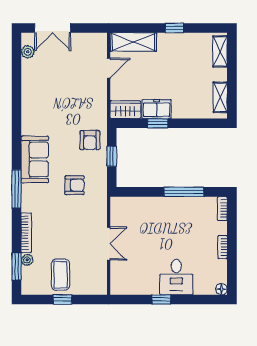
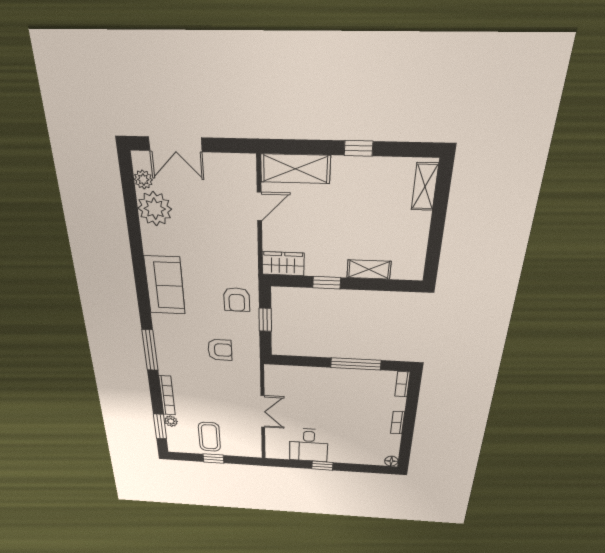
plant: (34, 72) -> (155, 209), added
shelving: (220, 97) -> (369, 269), moved, turned 90
freezer: (157, 109) -> (326, 264), removed
sofa: (35, 159) -> (165, 285), moved
desk: (176, 277) -> (309, 445), moved

